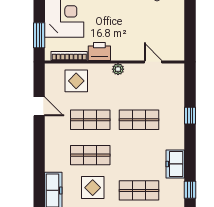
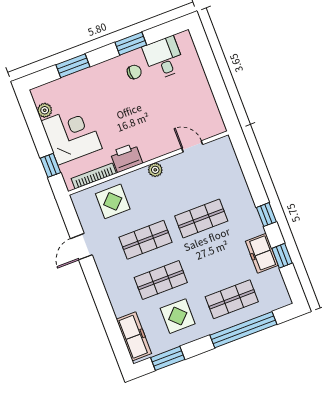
window: (39, 35) -> (50, 165), width x0.67
door: (39, 106) -> (81, 247), swing flipped
window: (190, 116) -> (266, 215), moved
window: (190, 190) -> (282, 256), moved

